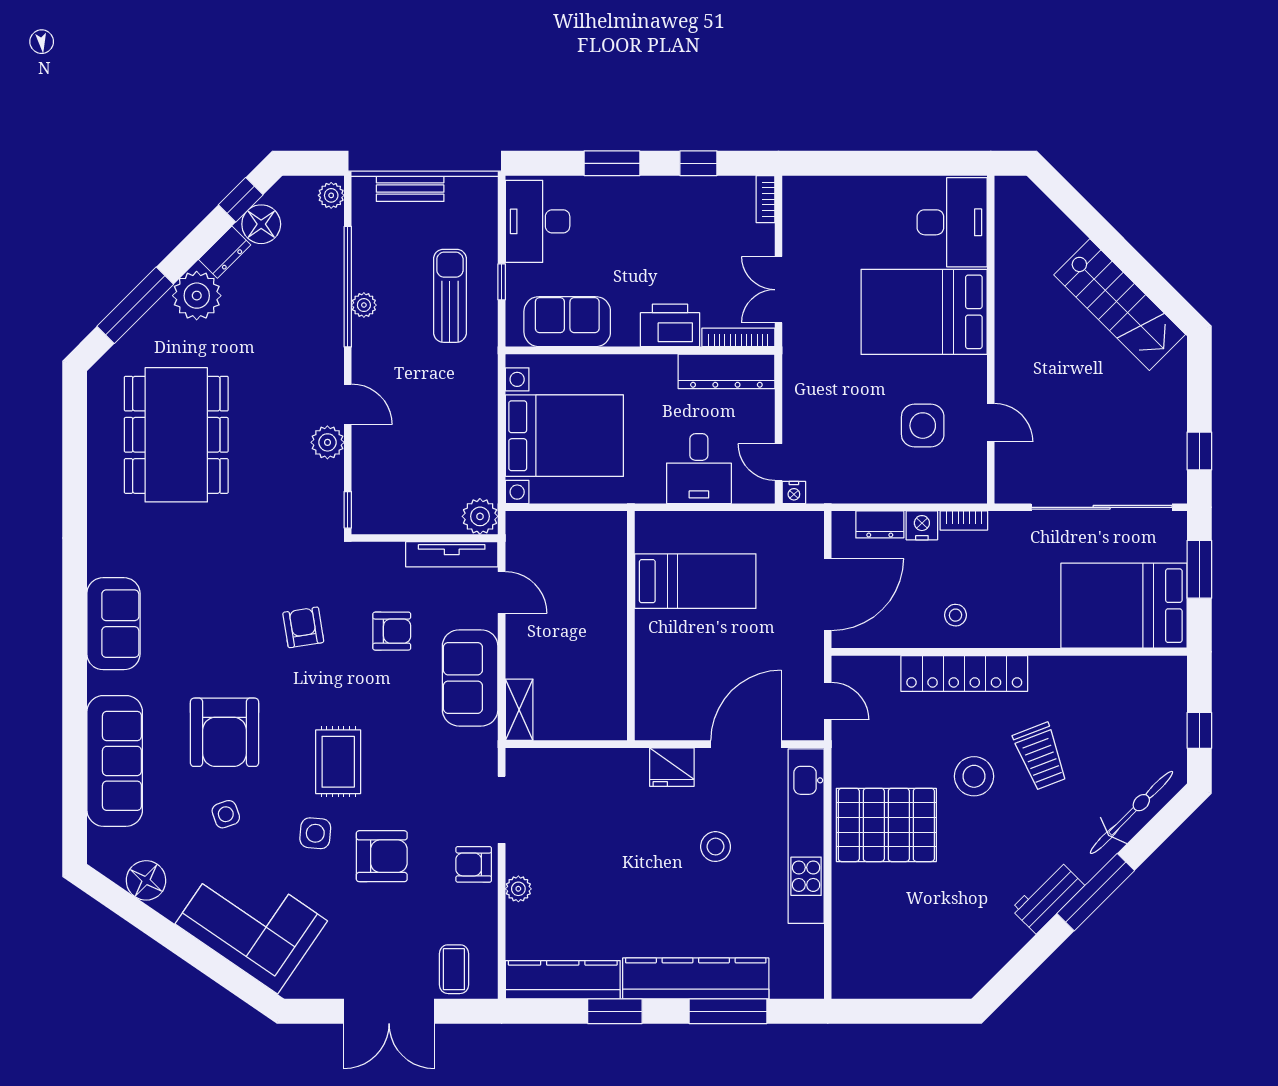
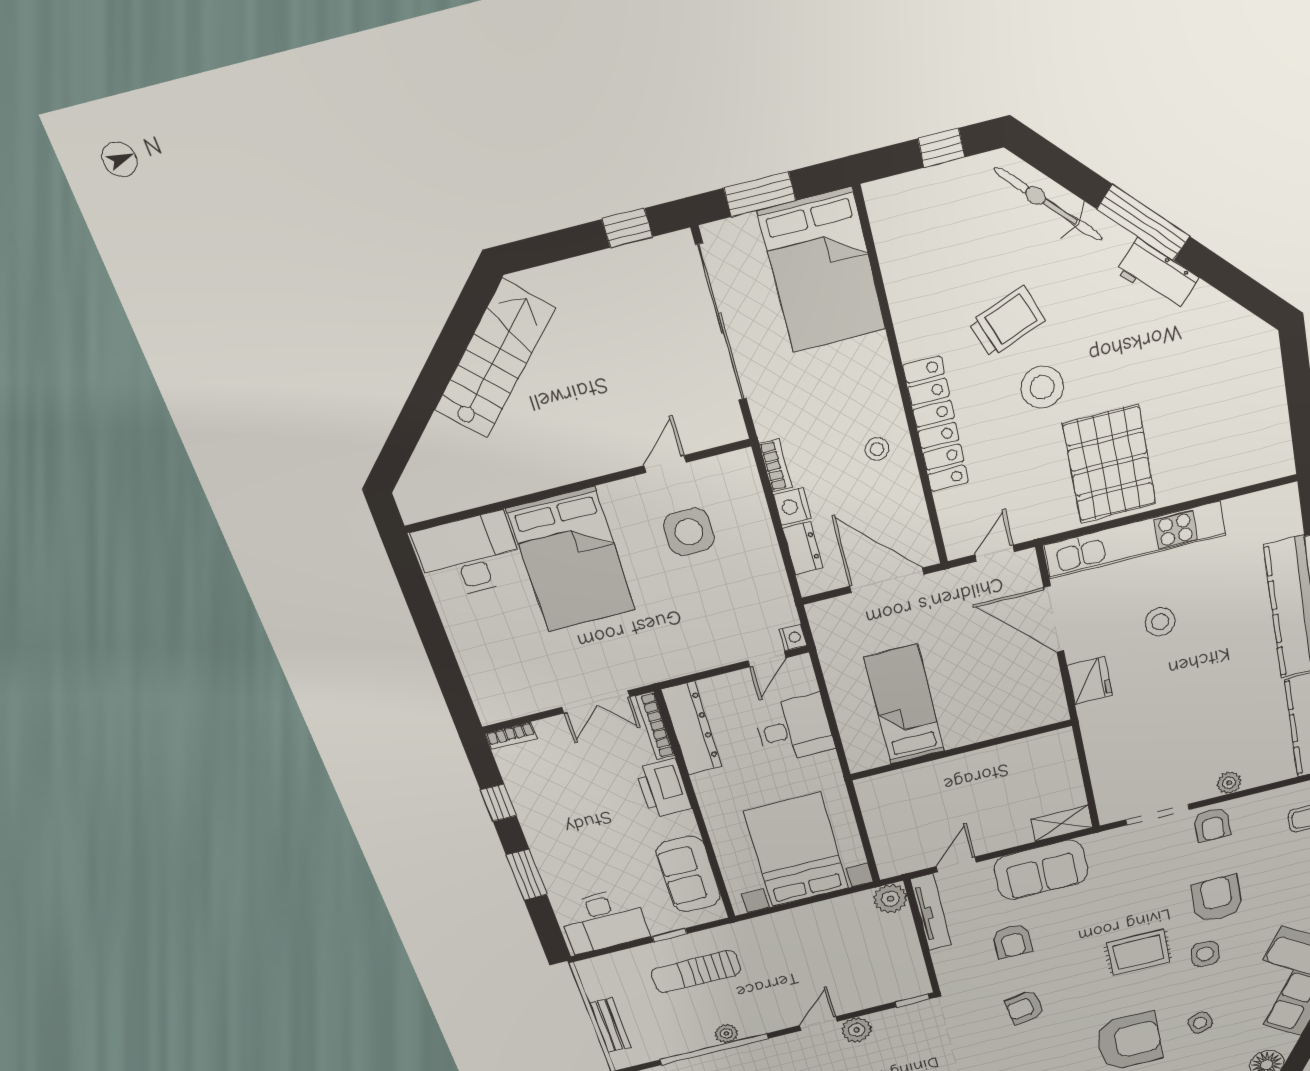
armchair: (392, 631) -> (1012, 941), turned 180

